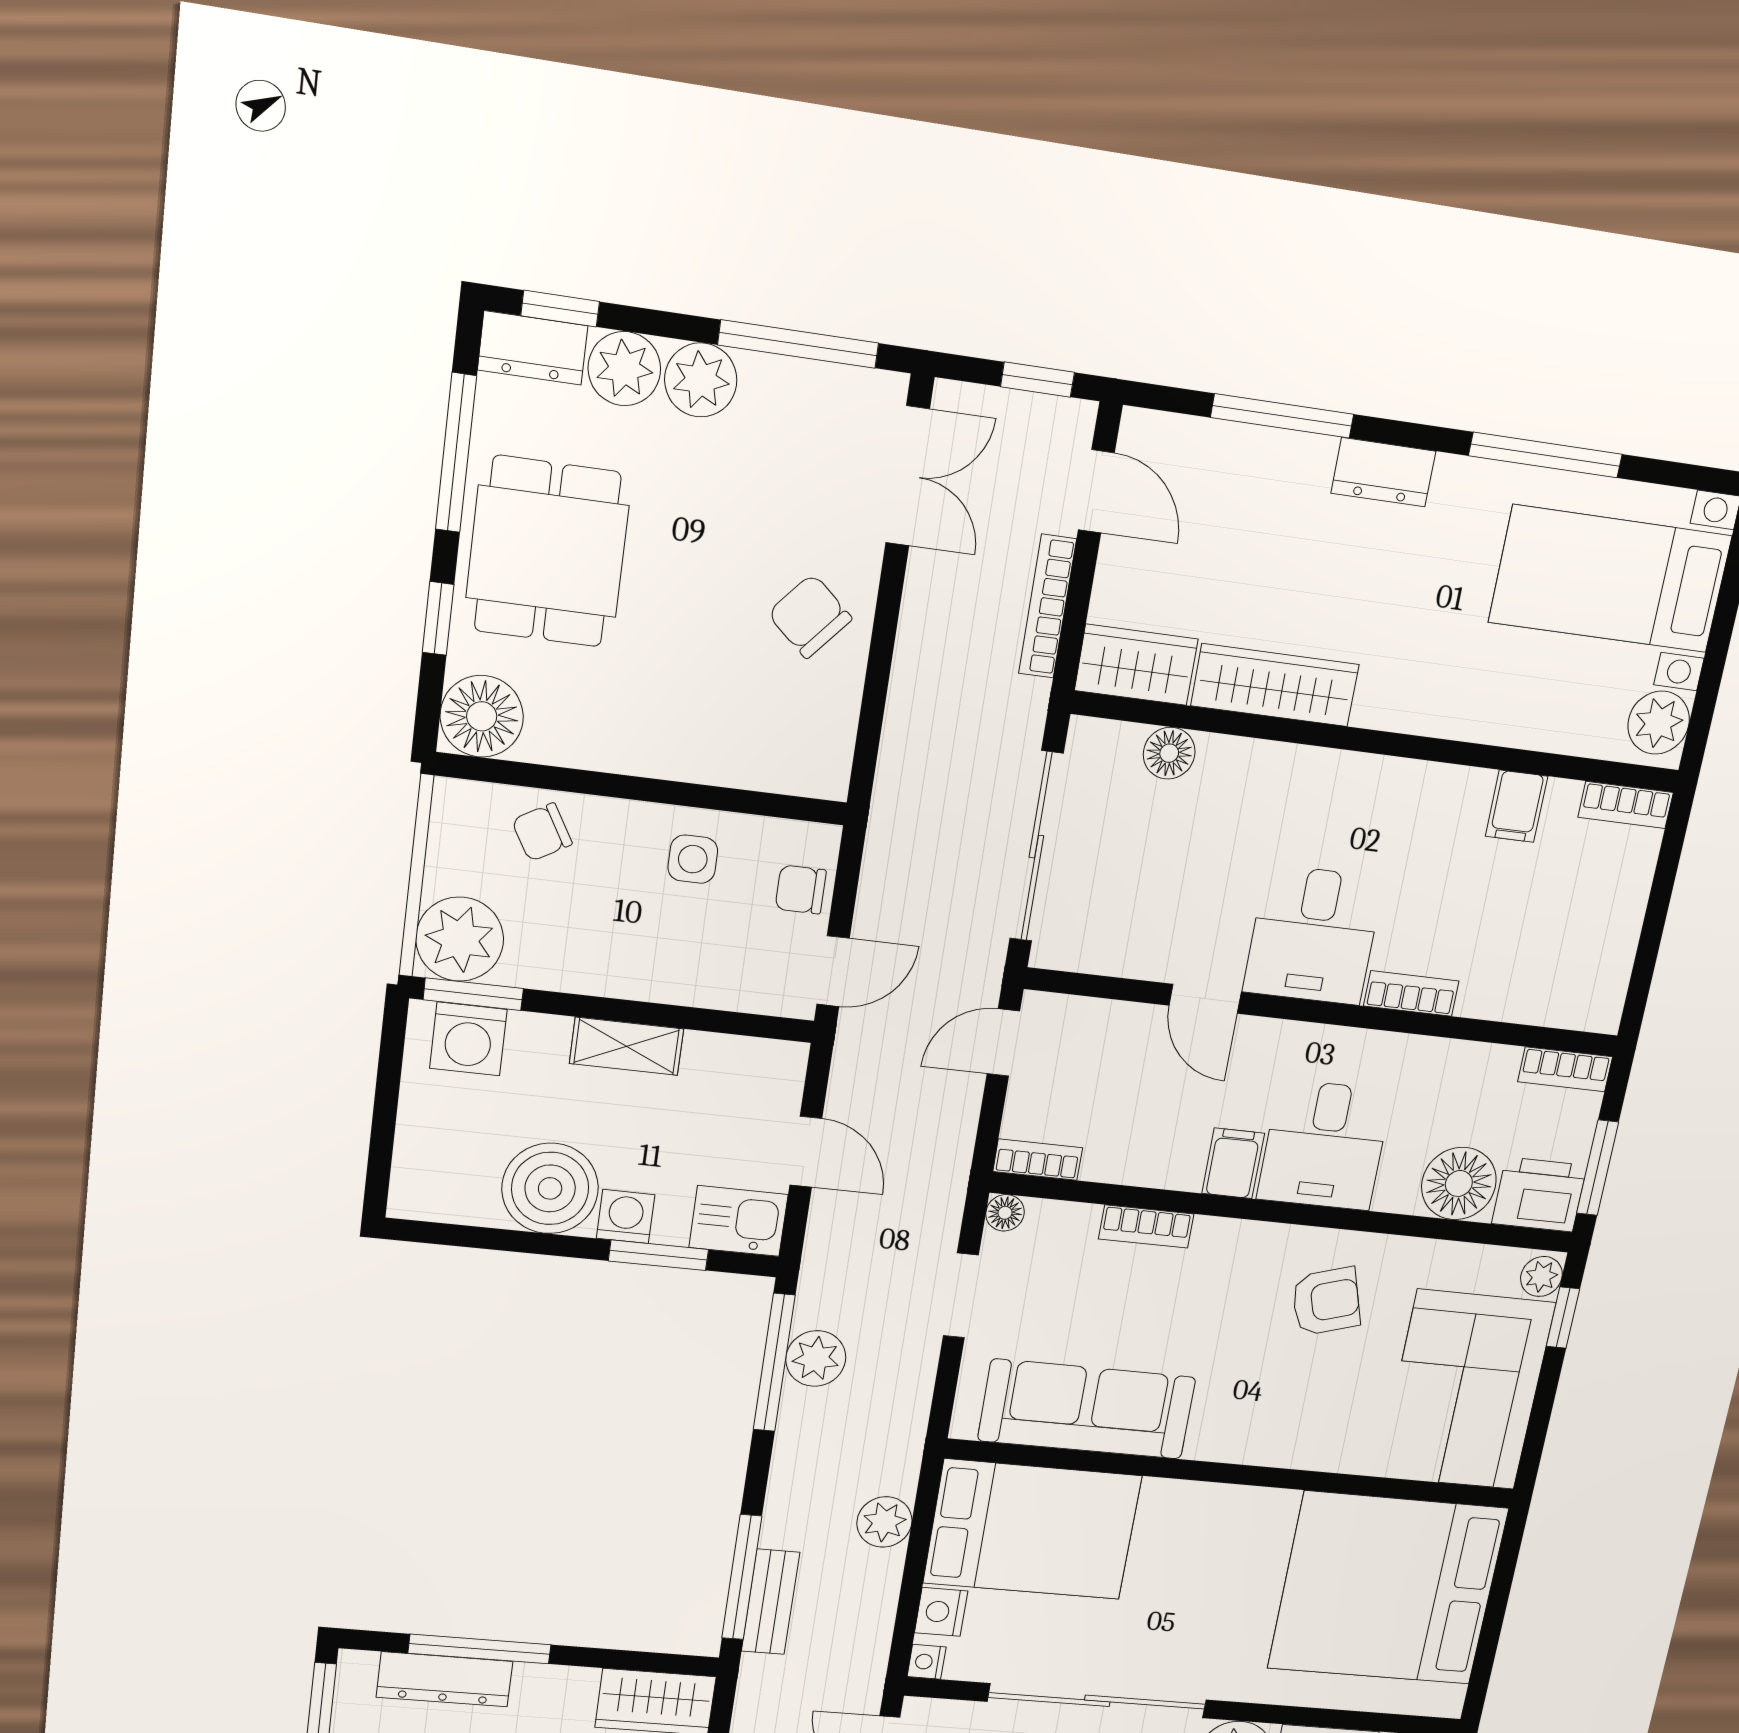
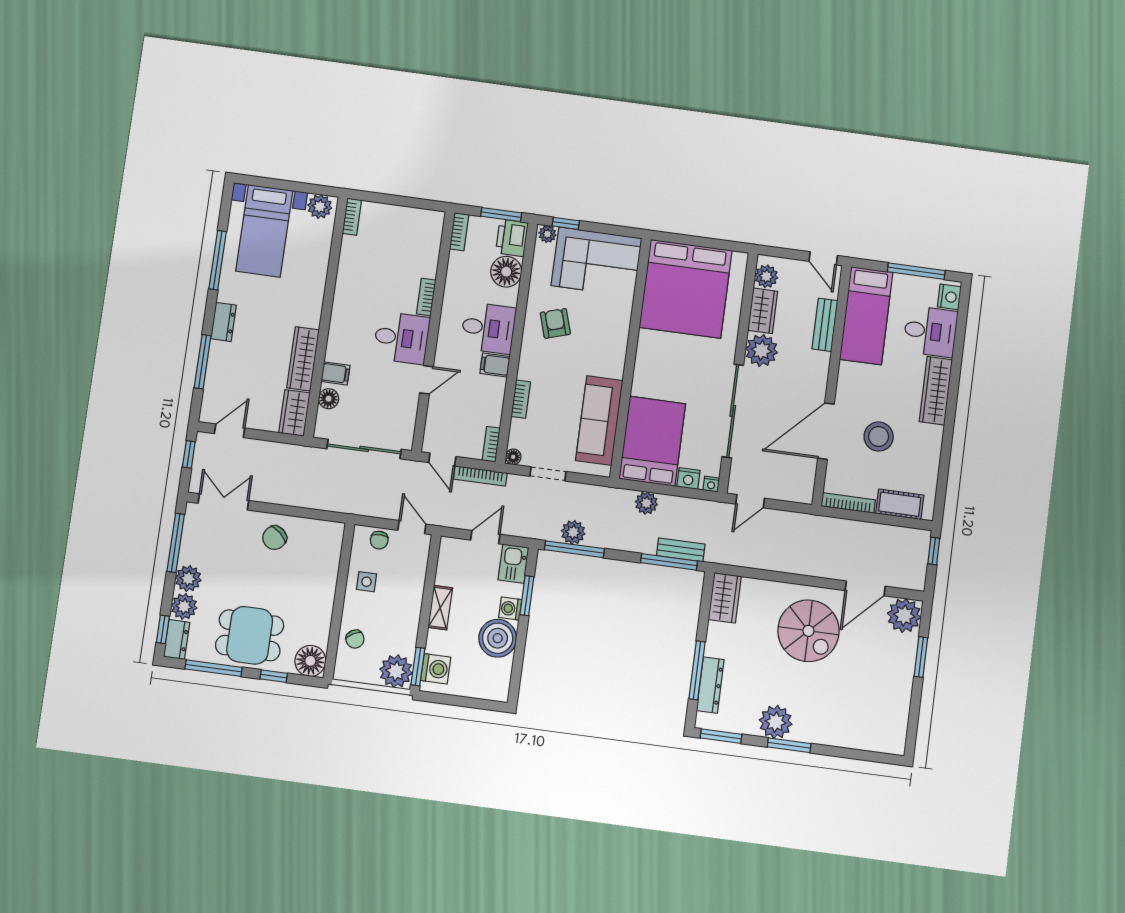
bookcase: (1047, 606) -> (480, 476), moved
filing cabinet: (1517, 806) -> (335, 373), moved

